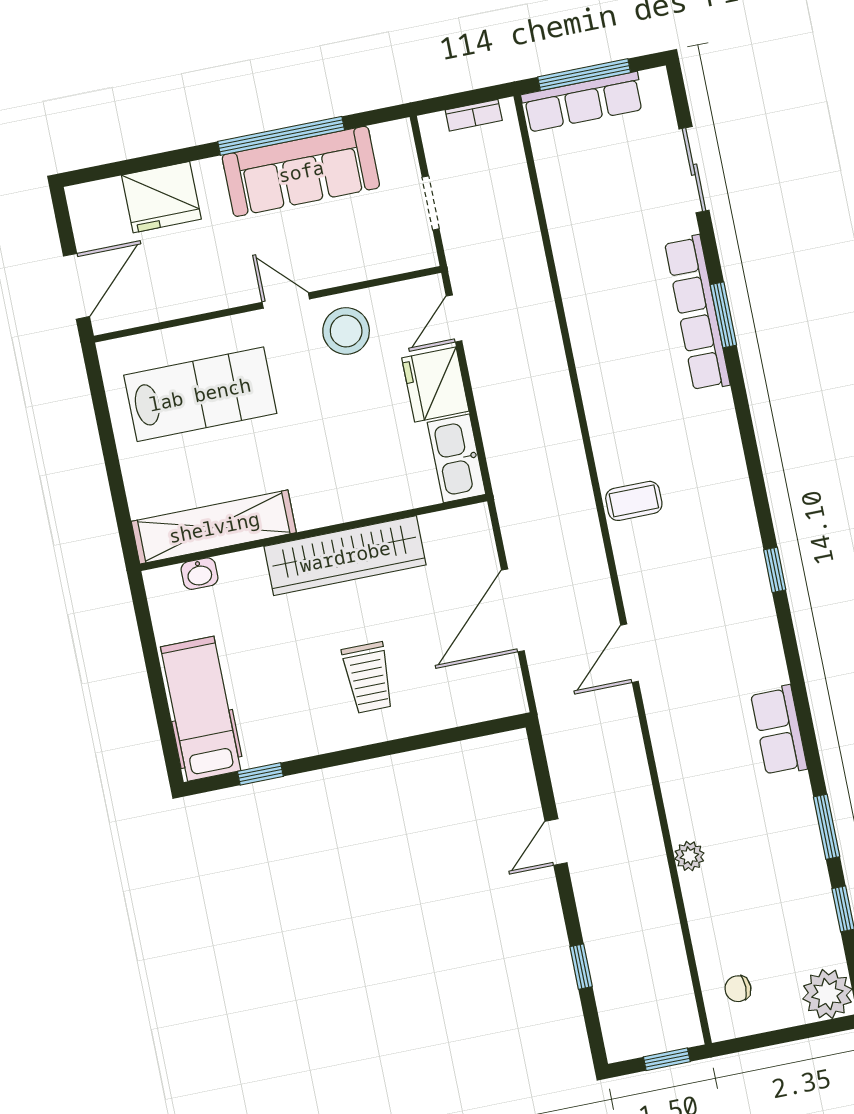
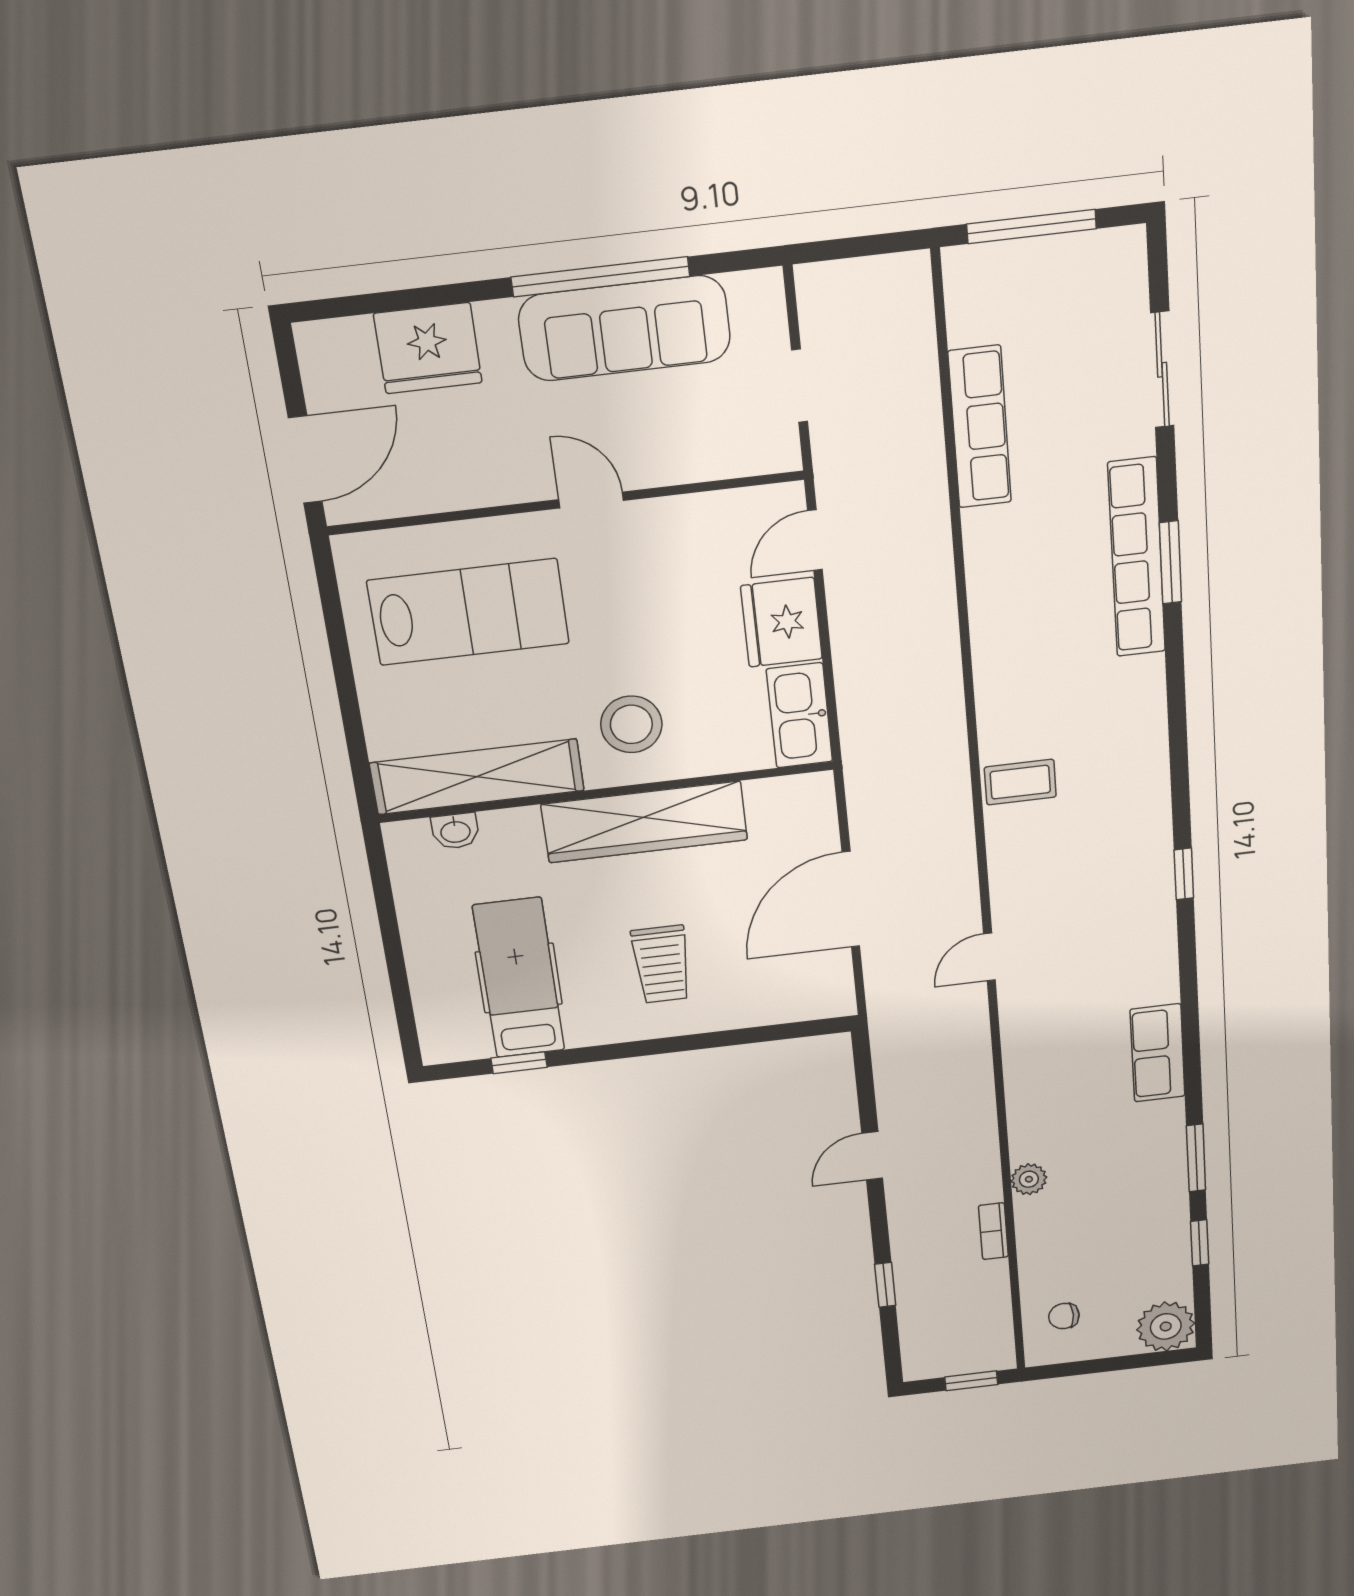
row of seats: (583, 102) -> (980, 427), moved, turned -90
bookcase: (474, 115) -> (993, 1231), moved, turned 90
stool: (346, 331) -> (631, 724), moved
door: (630, 653) -> (989, 957), width x0.73
hospital bed: (201, 709) -> (519, 978), moved

